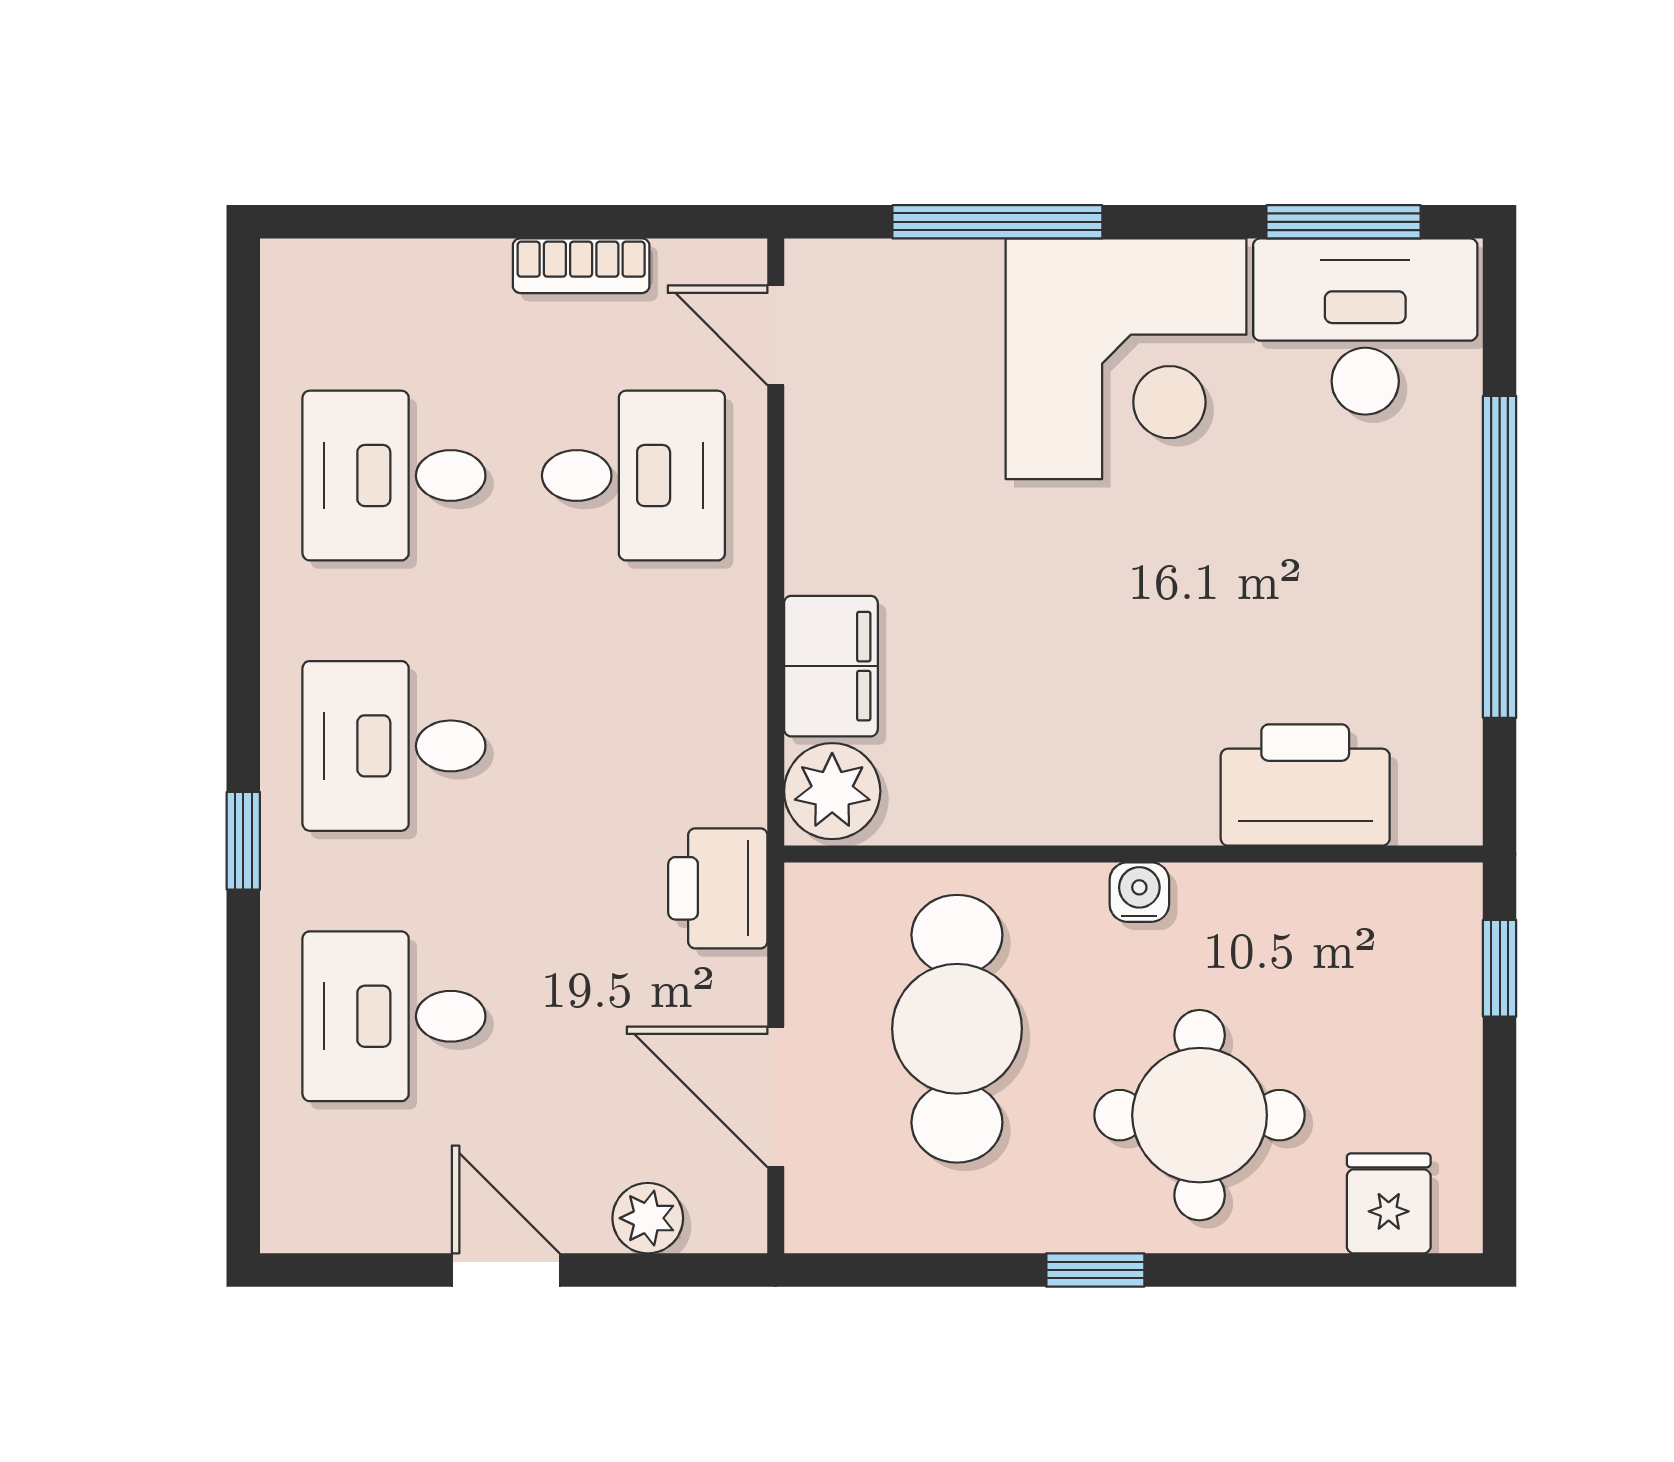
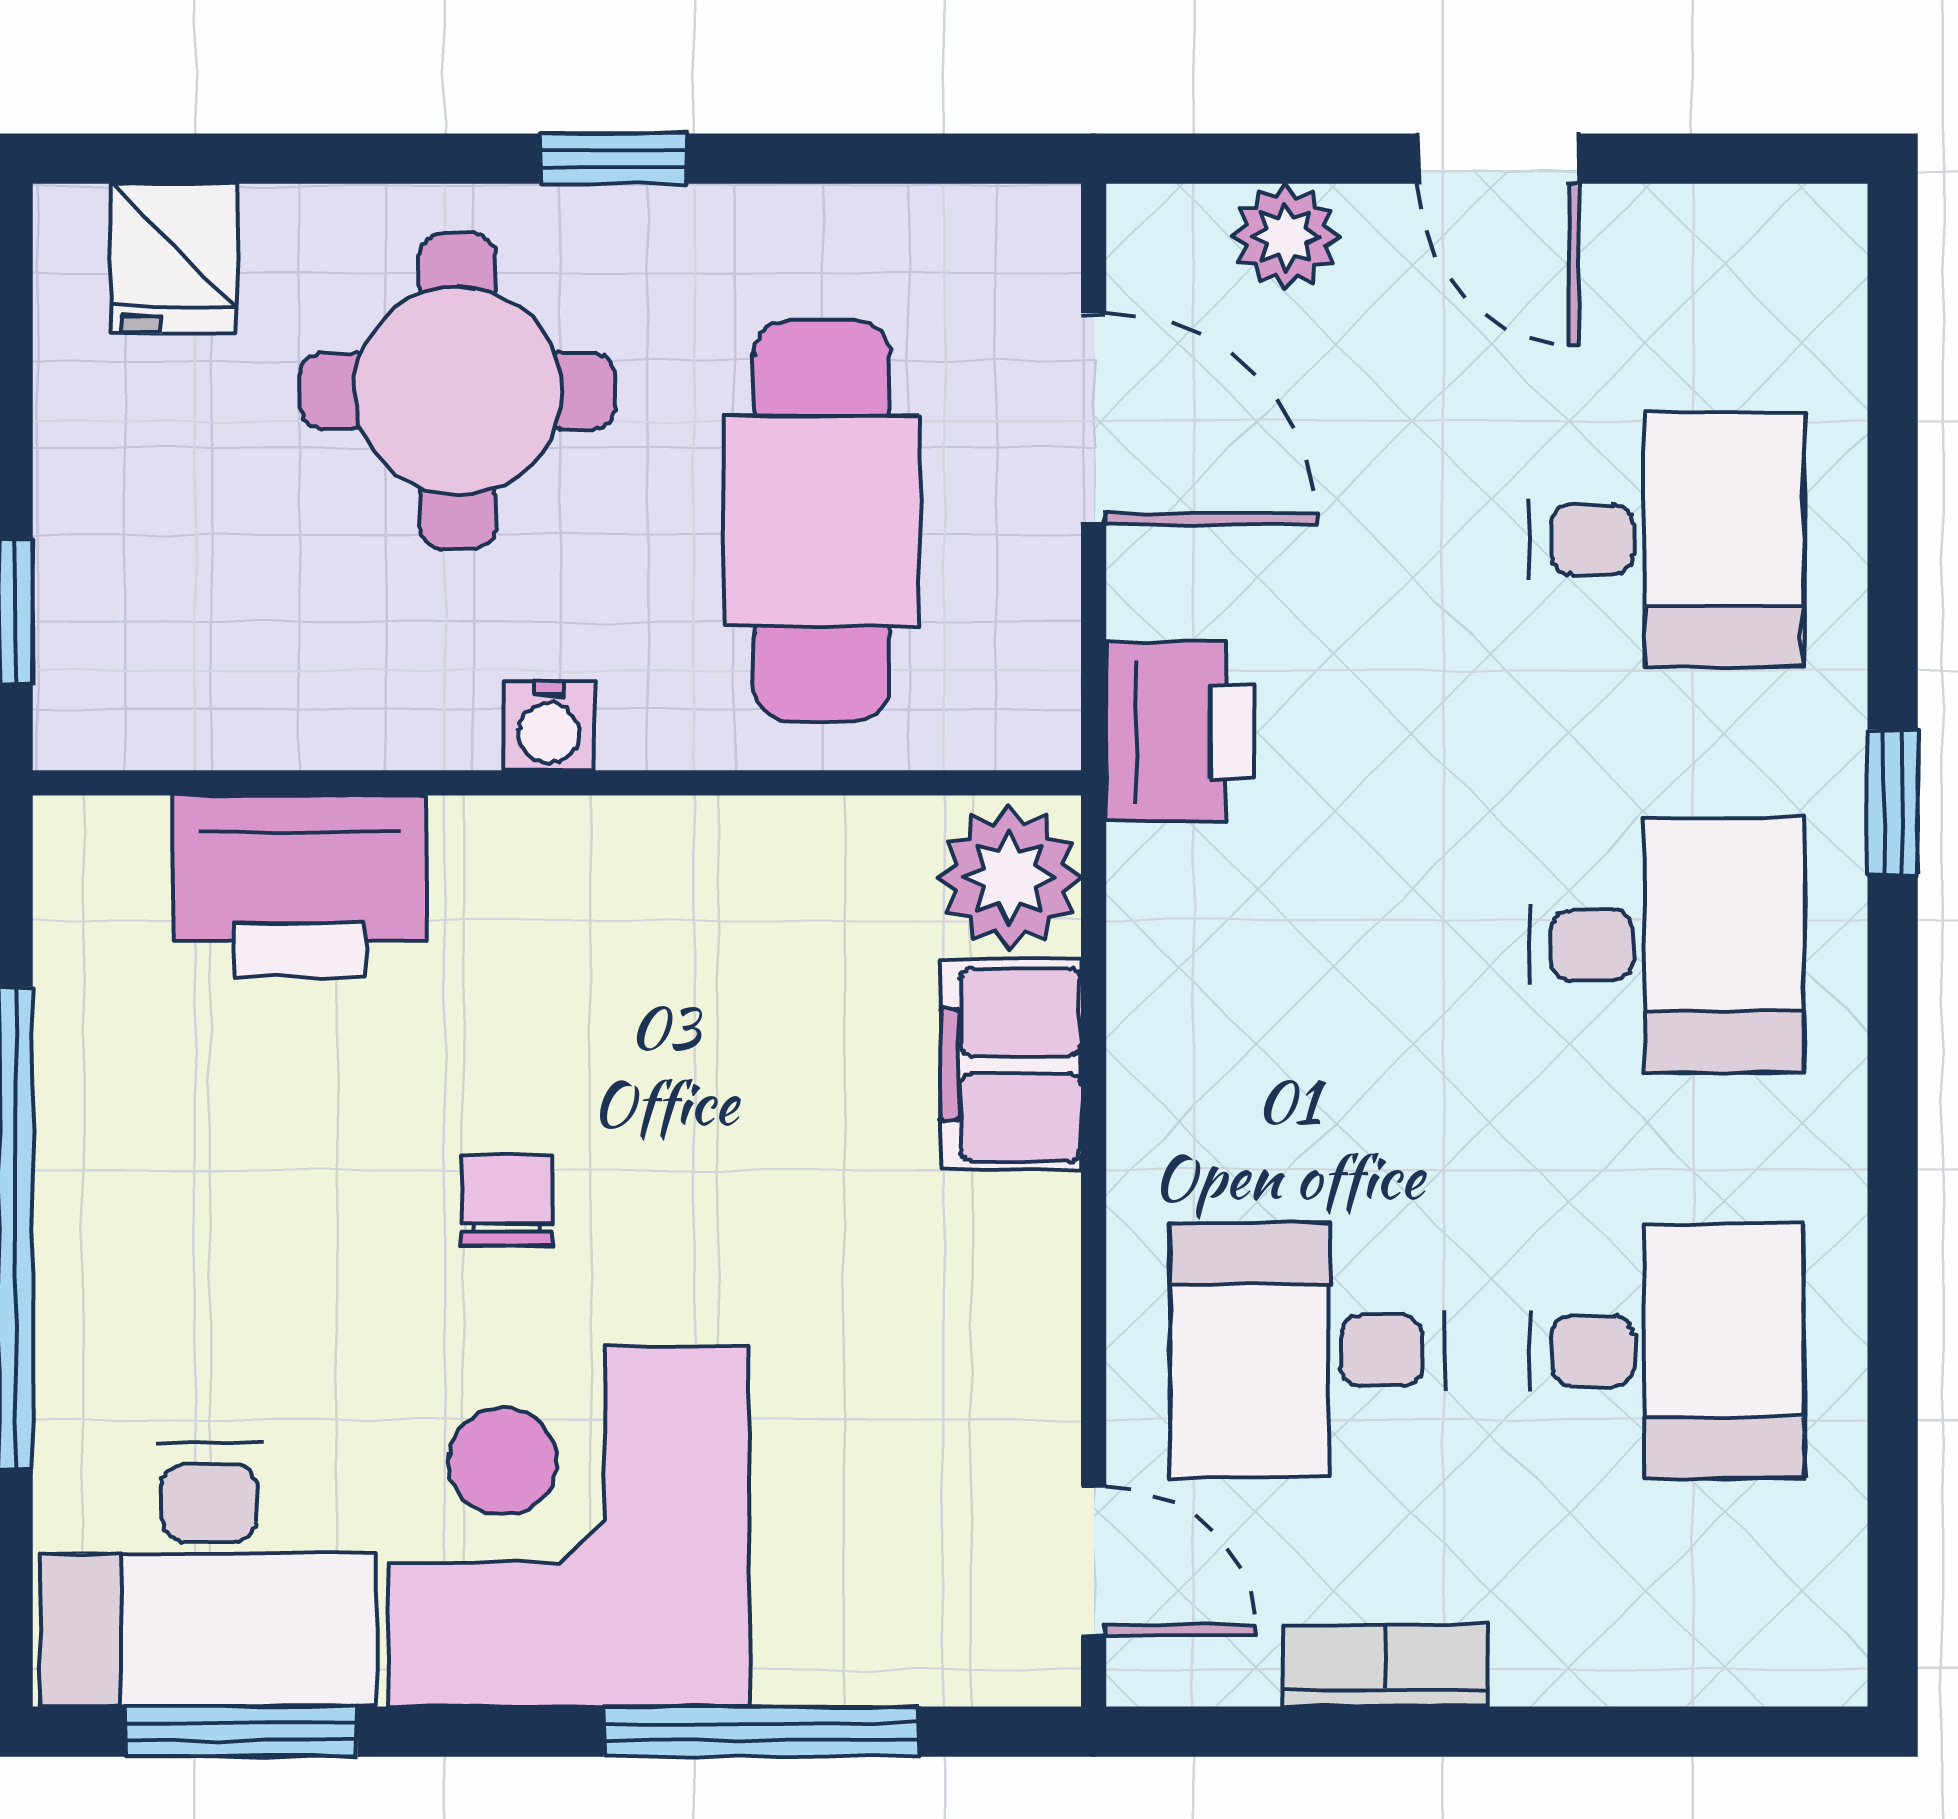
chair: (1167, 576) -> (506, 1200), added

